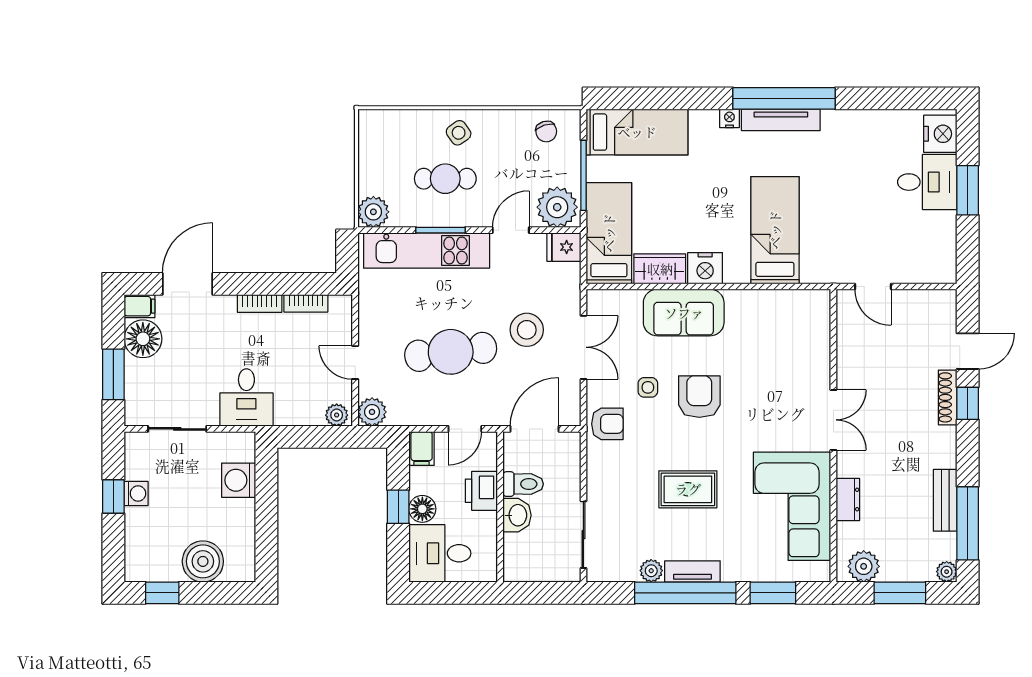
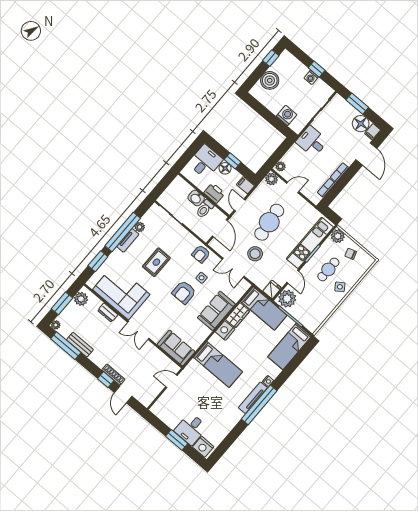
chair: (546, 131) -> (351, 254), moved
sofa: (808, 328) -> (176, 348), added
armchair: (699, 397) -> (184, 292), turned 90

